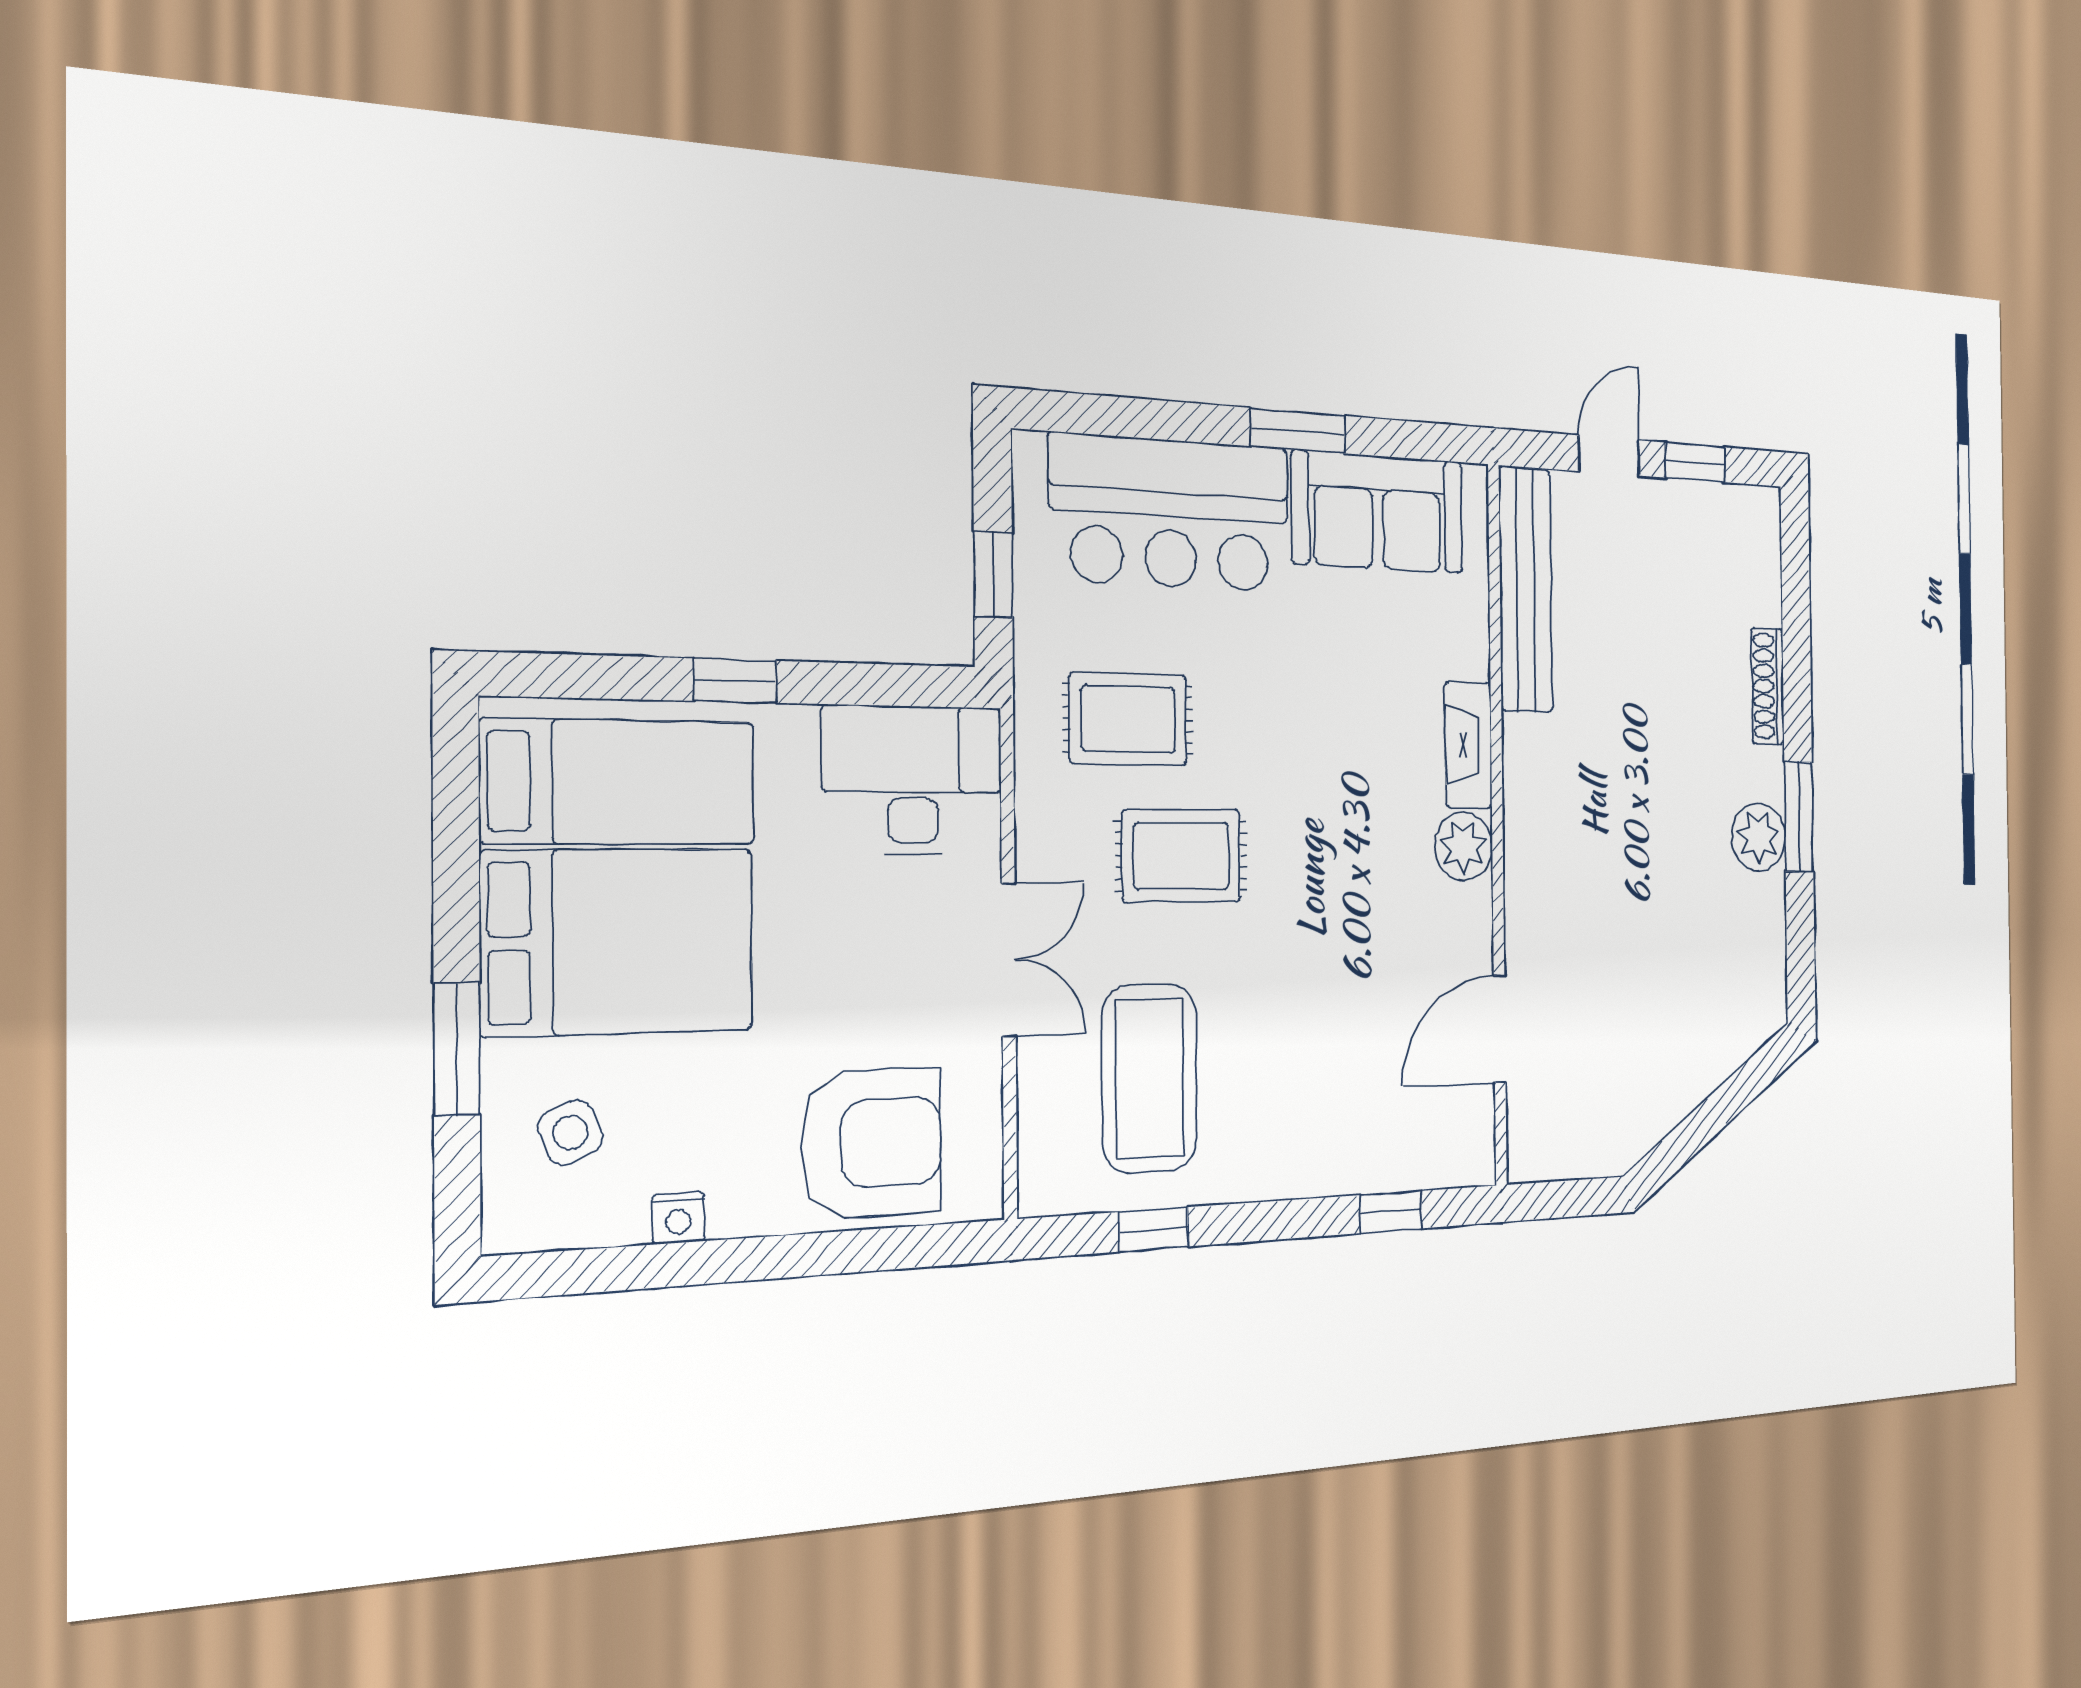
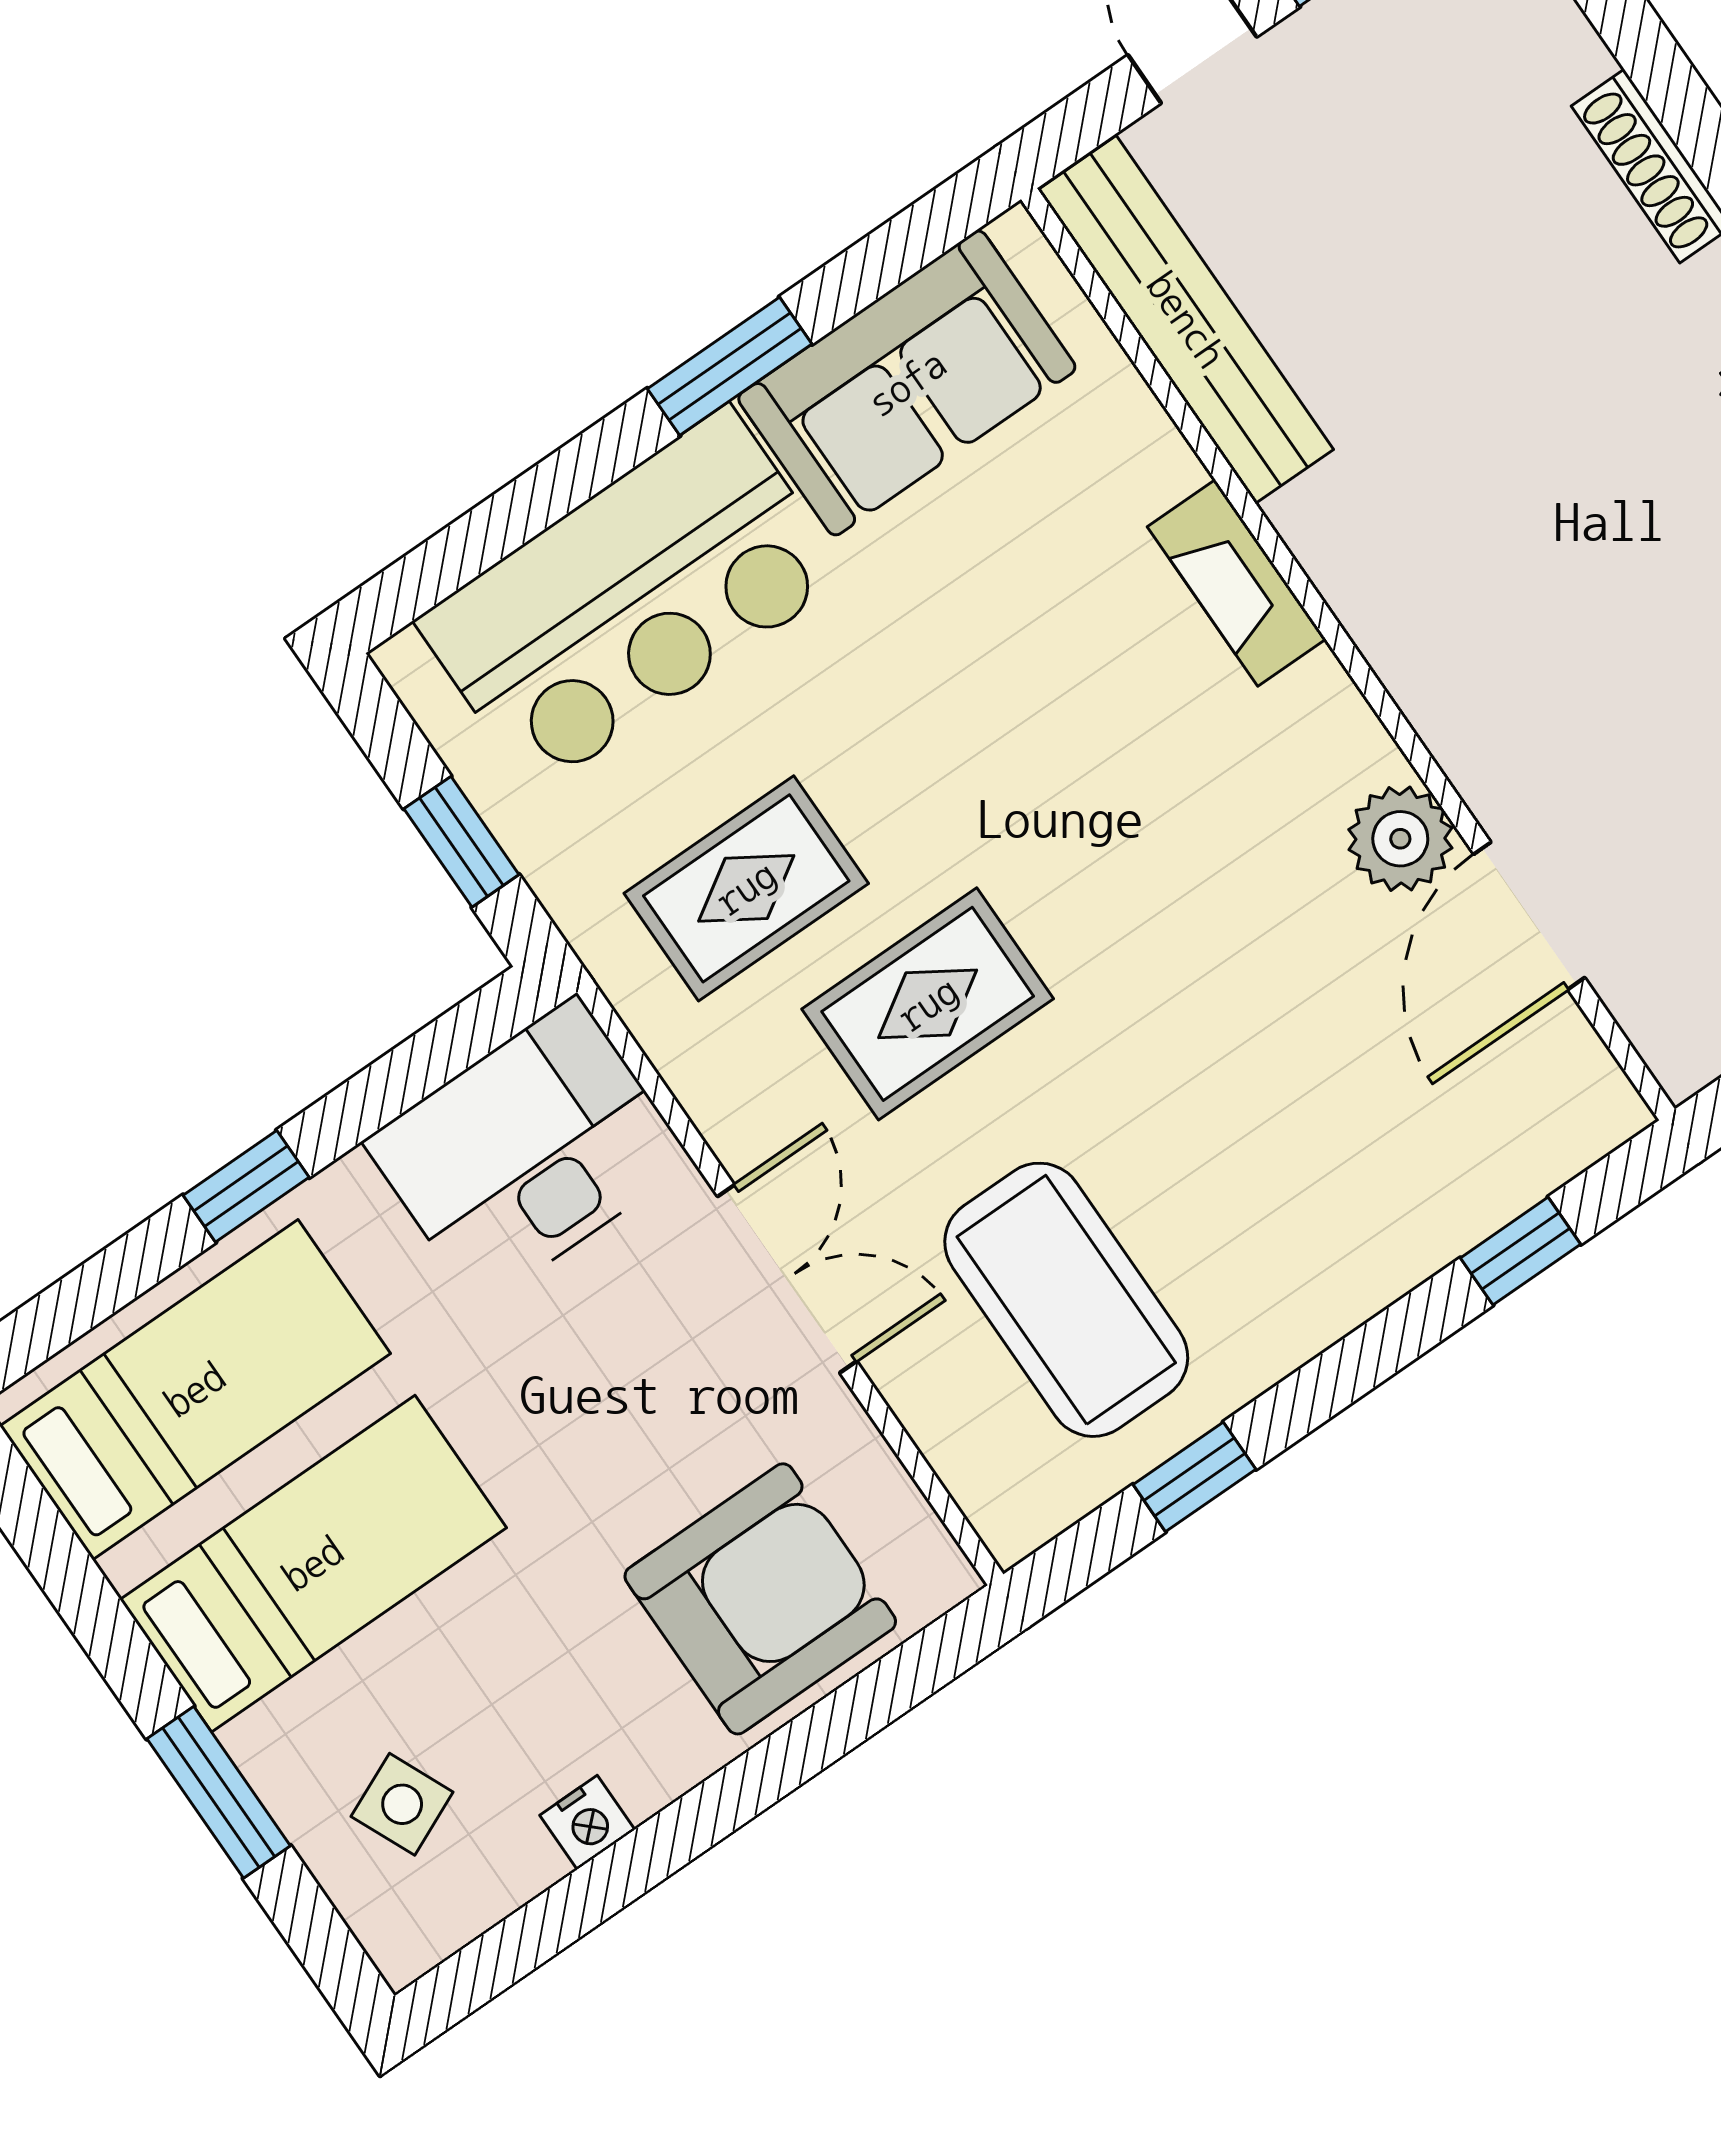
plant: (1463, 847) -> (1400, 839), moved
bed: (618, 941) -> (313, 1564), width x0.67

